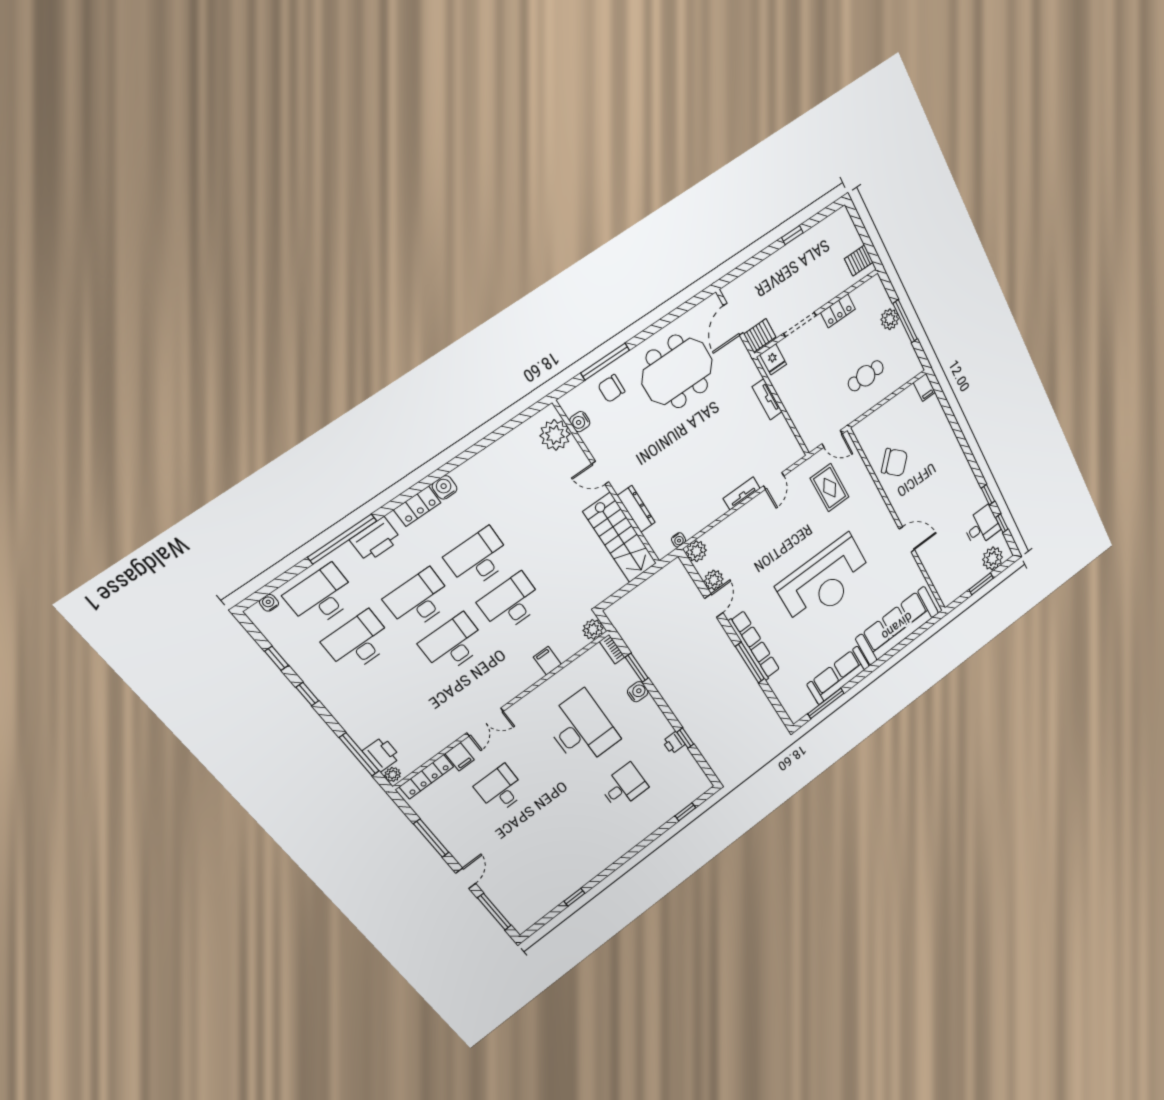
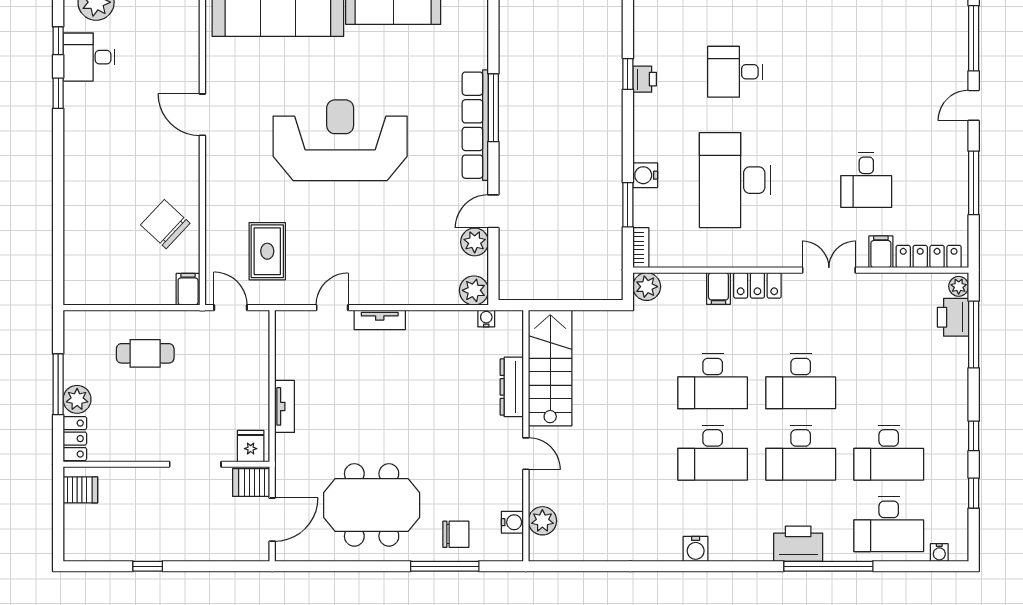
locker: (838, 311) -> (75, 439), moved, turned 90
filing cabinet: (924, 387) -> (188, 289), moved
plant: (555, 435) -> (542, 521), width x0.73, depth x0.73
locker: (417, 506) -> (757, 285), moved, turned 180

